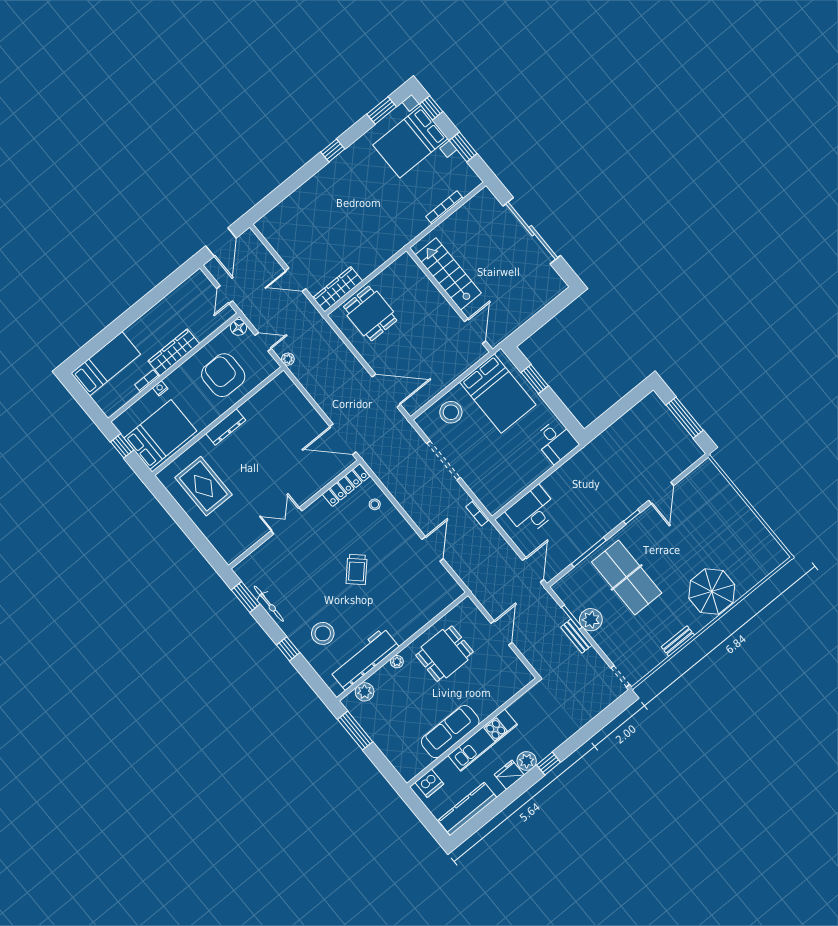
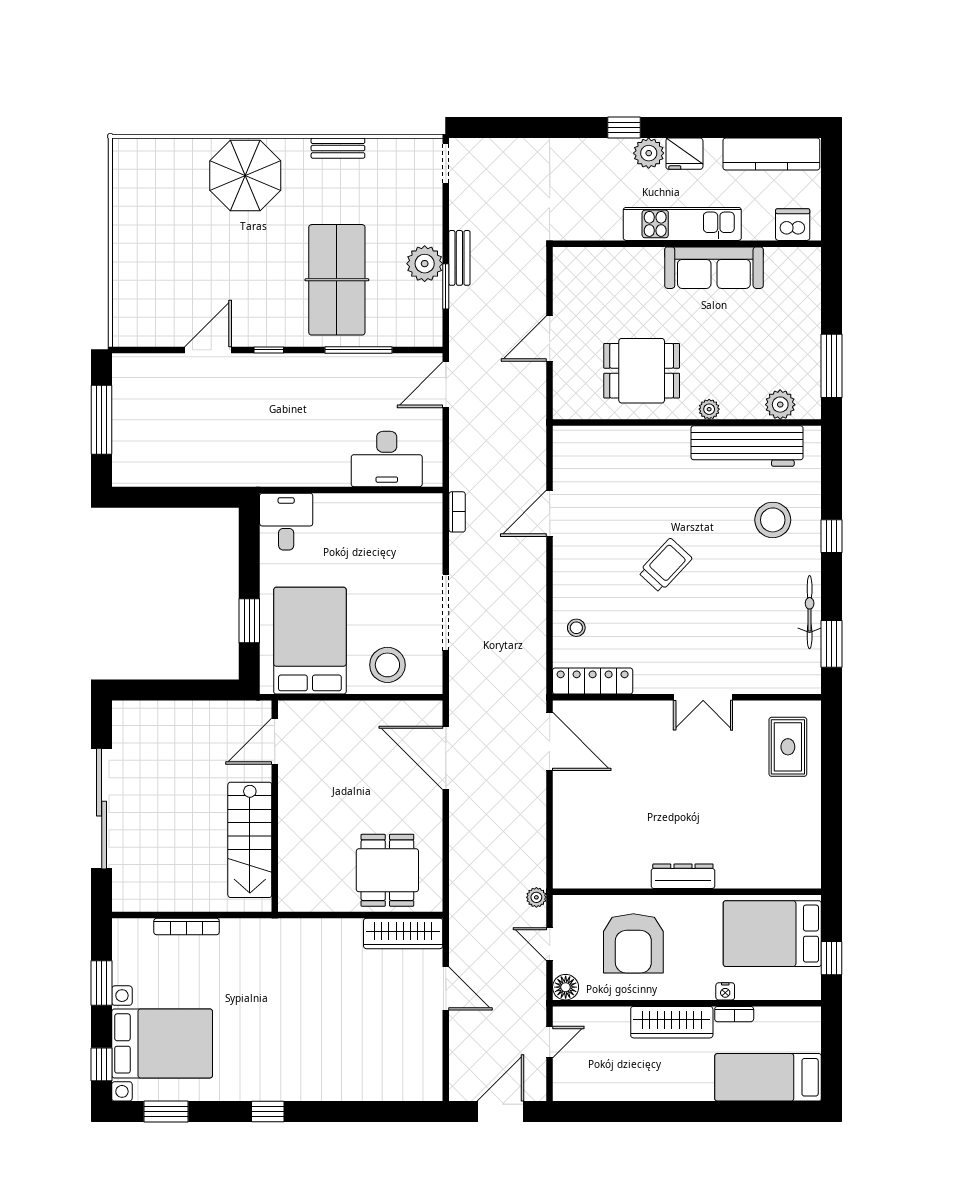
rug: (203, 486) -> (788, 747), moved, width x0.73, depth x0.70

